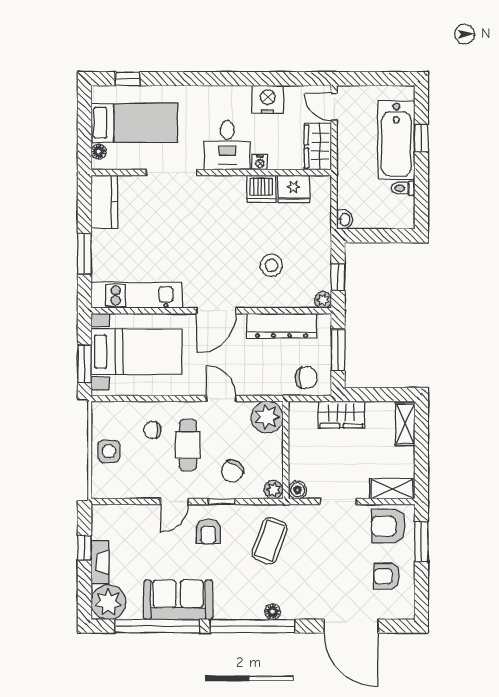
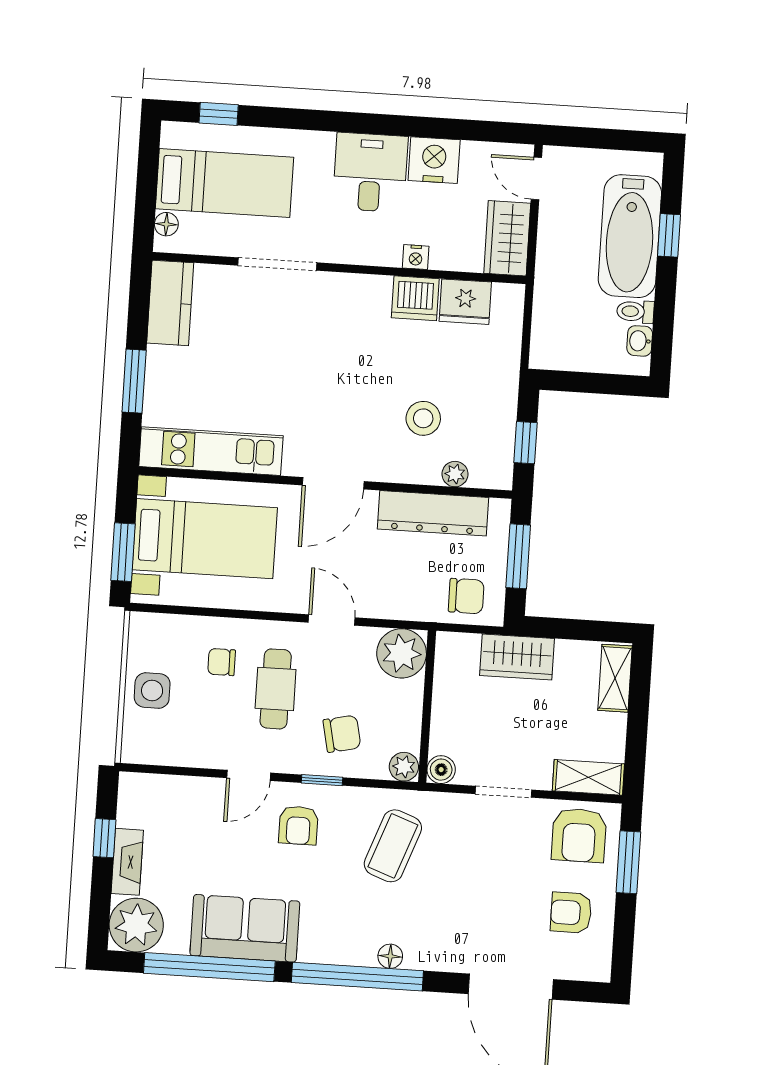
desk: (227, 145) -> (370, 172), moved, turned 180
washbasin: (345, 219) -> (640, 341), moved, turned 180
plant: (323, 300) -> (455, 474), moved
chair: (232, 471) -> (342, 734), turned -136
armchair: (389, 526) -> (579, 835), turned -90

